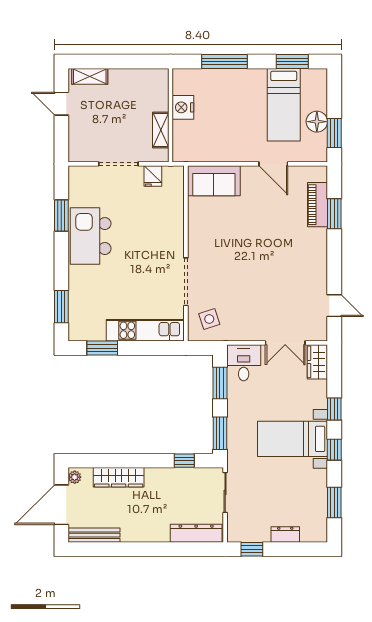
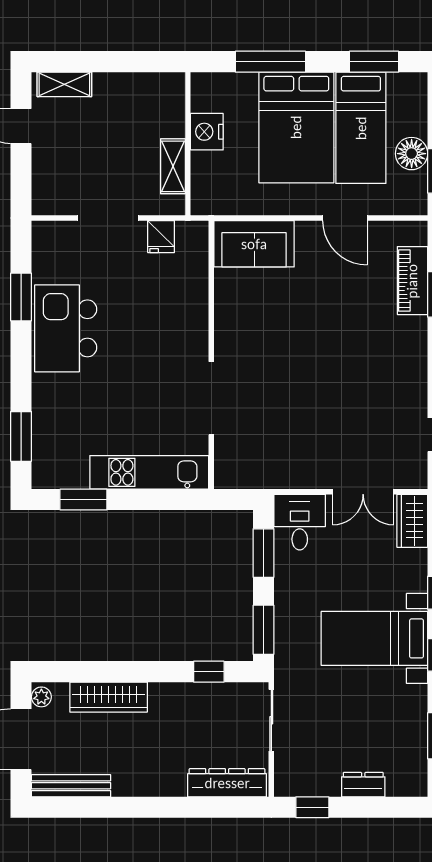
bed: (241, 105) -> (296, 127), added
side table: (209, 319) -> (247, 455), removed

